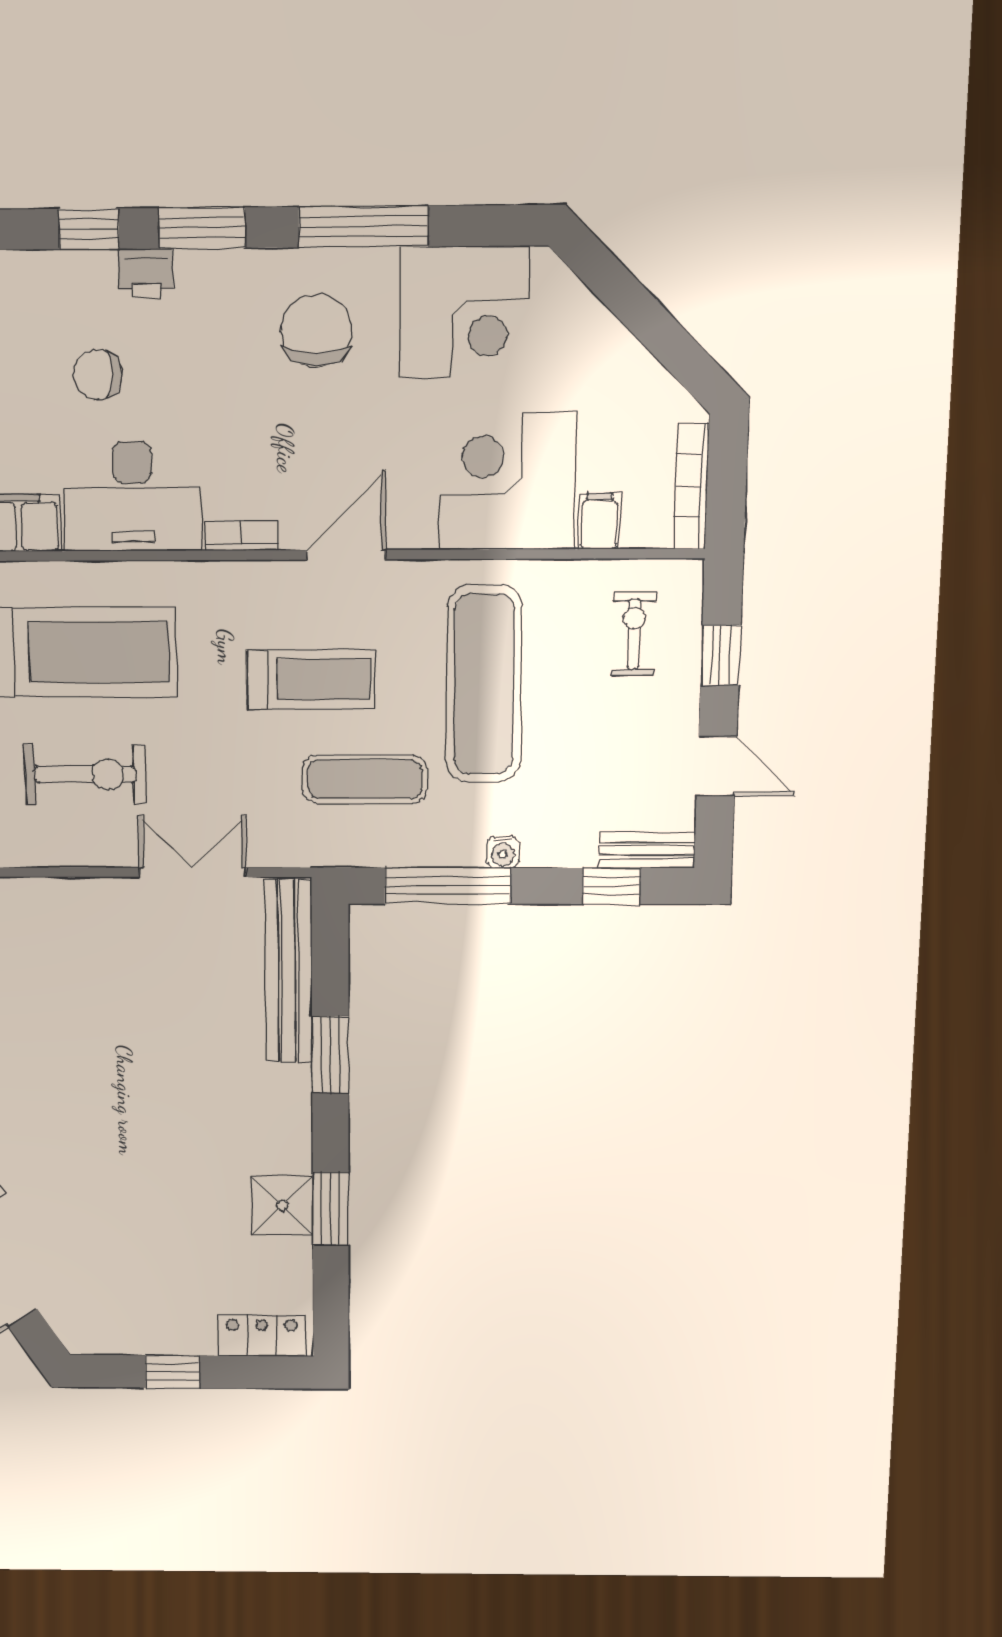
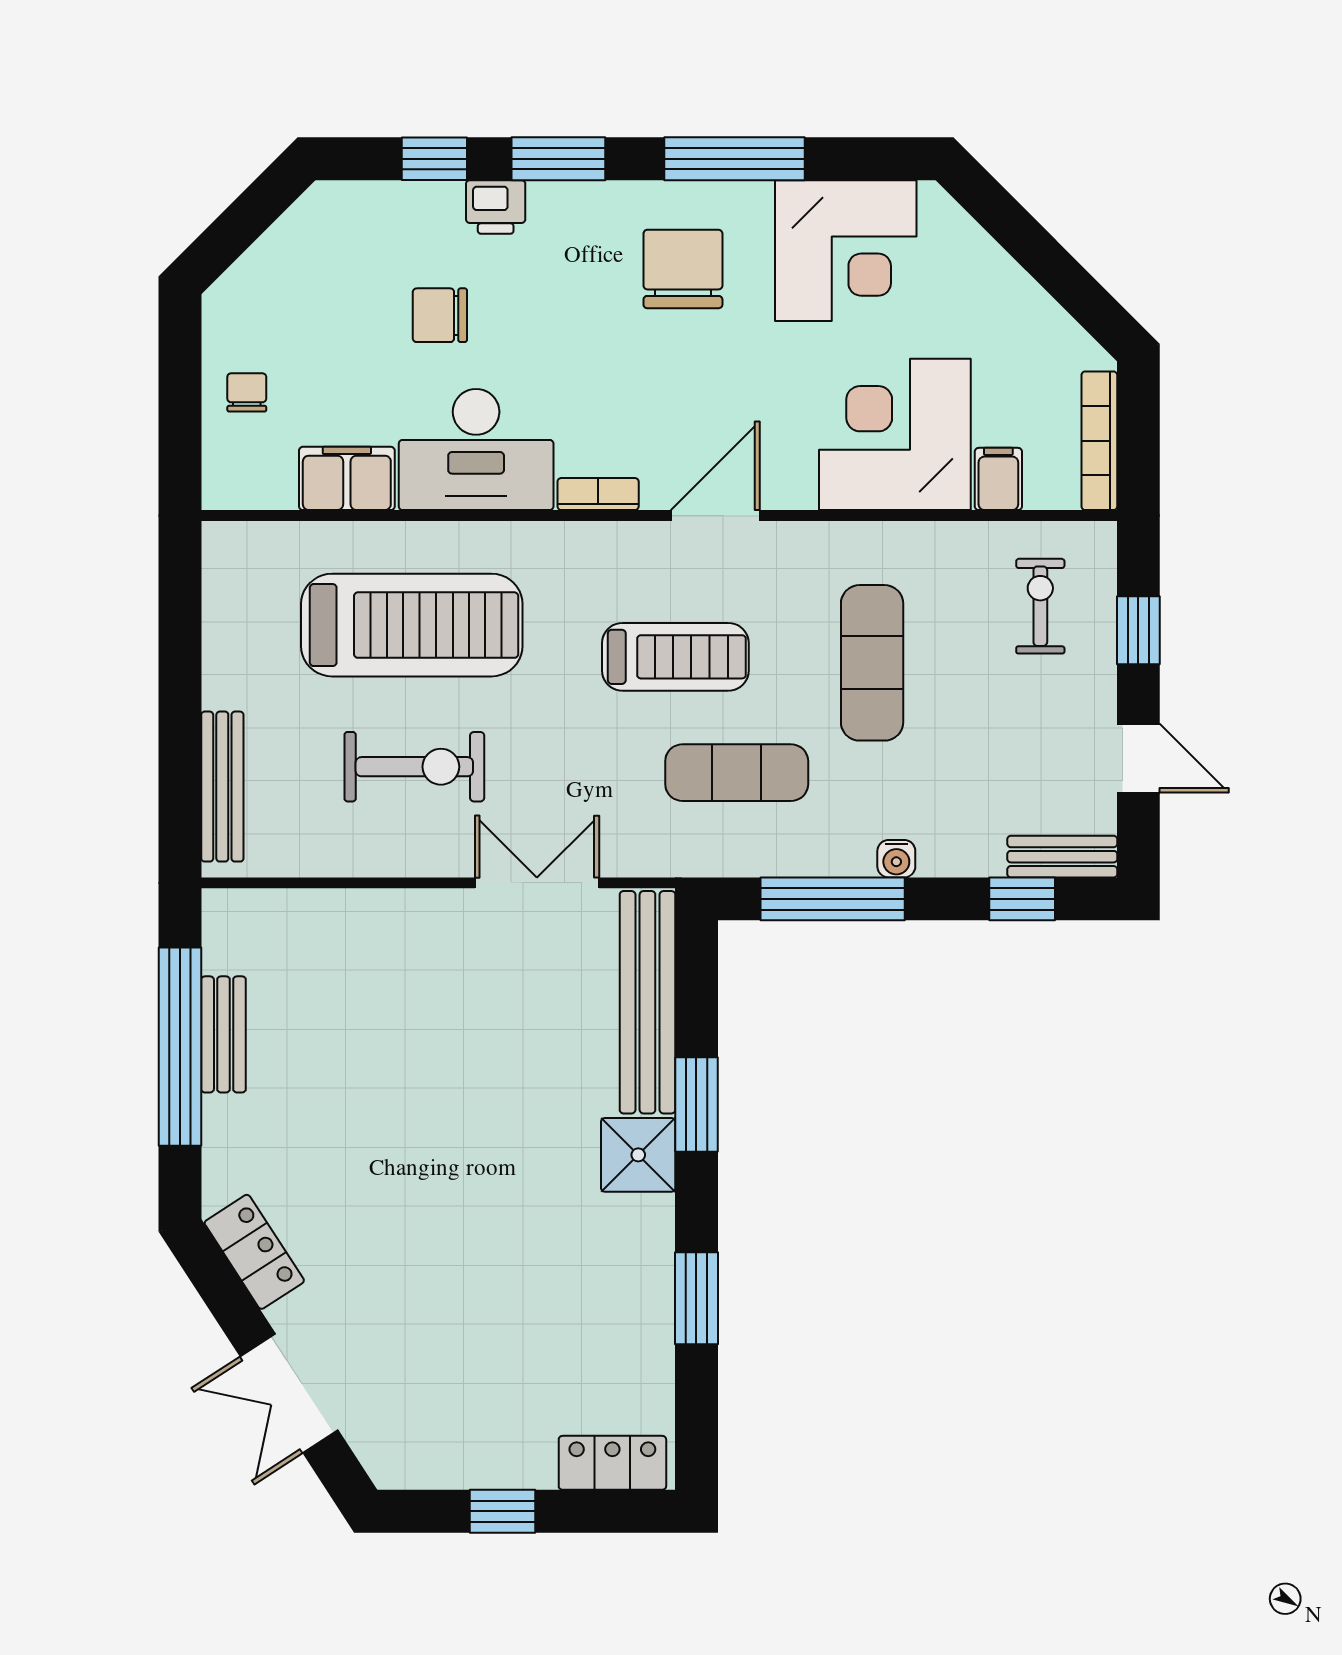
exercise mat: (484, 684) -> (872, 663), width x0.73, depth x0.69
shower: (282, 1205) -> (638, 1155), moved

